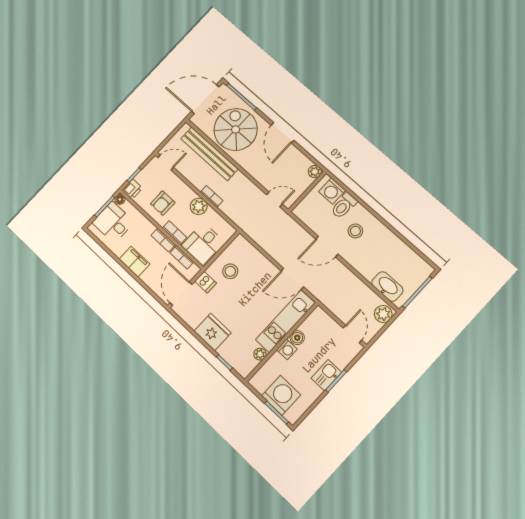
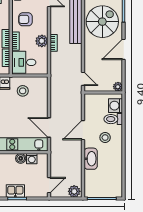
door: (327, 247) -> (83, 130), hinge flipped
washbasin: (387, 286) -> (91, 159), moved
washing machine: (287, 349) -> (32, 159), moved

